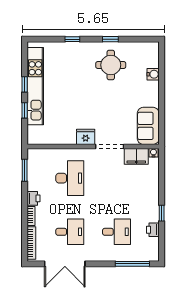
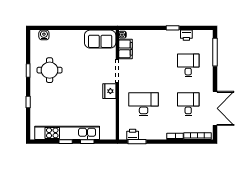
water cooler: (153, 74) -> (44, 35), moved
printer: (33, 198) -> (133, 134), moved

